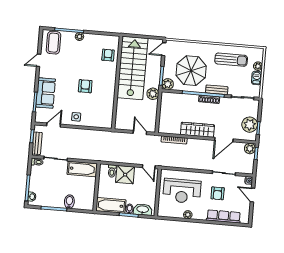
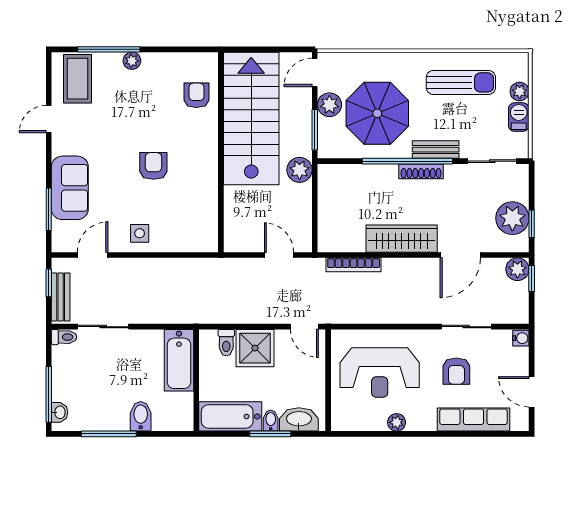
plant: (168, 84) -> (329, 105), moved
bathtub: (82, 169) -> (179, 360), moved, turned 90
door: (253, 195) -> (532, 392), moved

